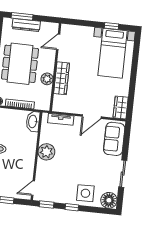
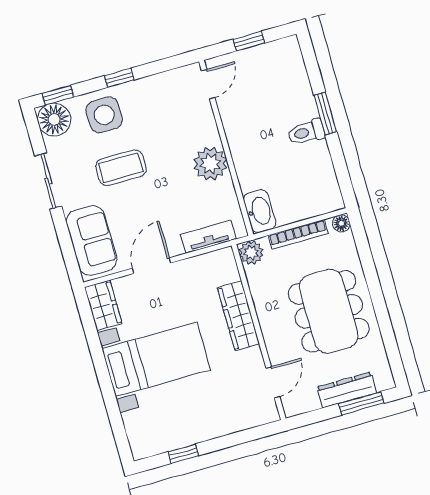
bed with nightstands: (113, 53) -> (156, 359), moved, turned 90
plant: (47, 79) -> (251, 253), moved
coffee table: (88, 166) -> (121, 168), added
window: (47, 204) -> (58, 95), moved

